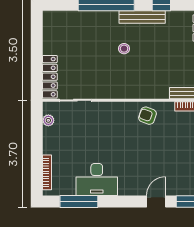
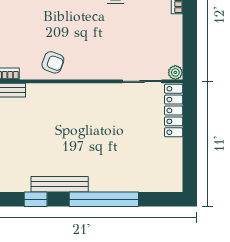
stool: (124, 49) -> (82, 145), removed
plant: (48, 120) -> (175, 72), moved

